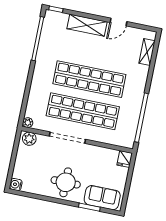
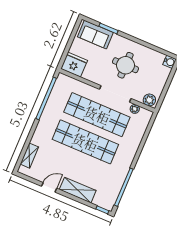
plant: (28, 123) -> (135, 109), moved
fridge: (125, 159) -> (74, 65), width x1.88, depth x1.34
round table: (66, 182) -> (125, 65), moved

